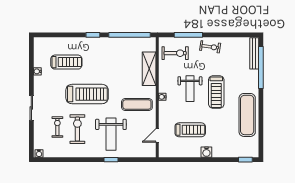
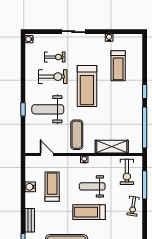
treadmill: (190, 130) -> (52, 187), turned 180
water cooler: (206, 152) -> (30, 187), moved
bench: (225, 153) -> (30, 220), added

